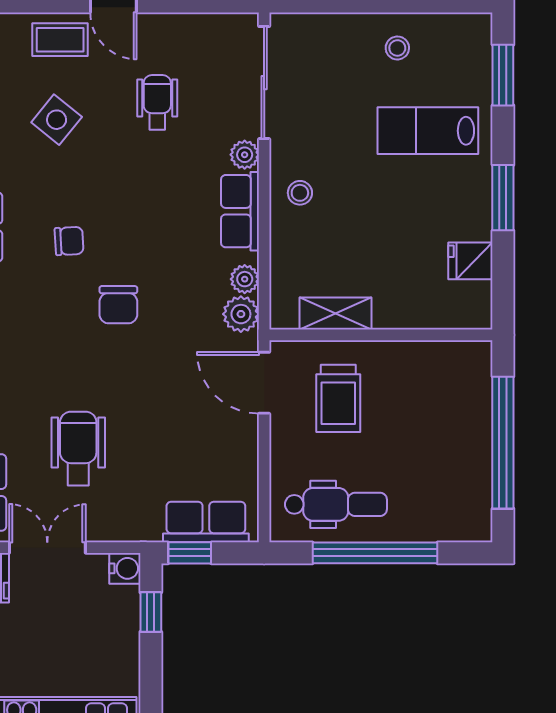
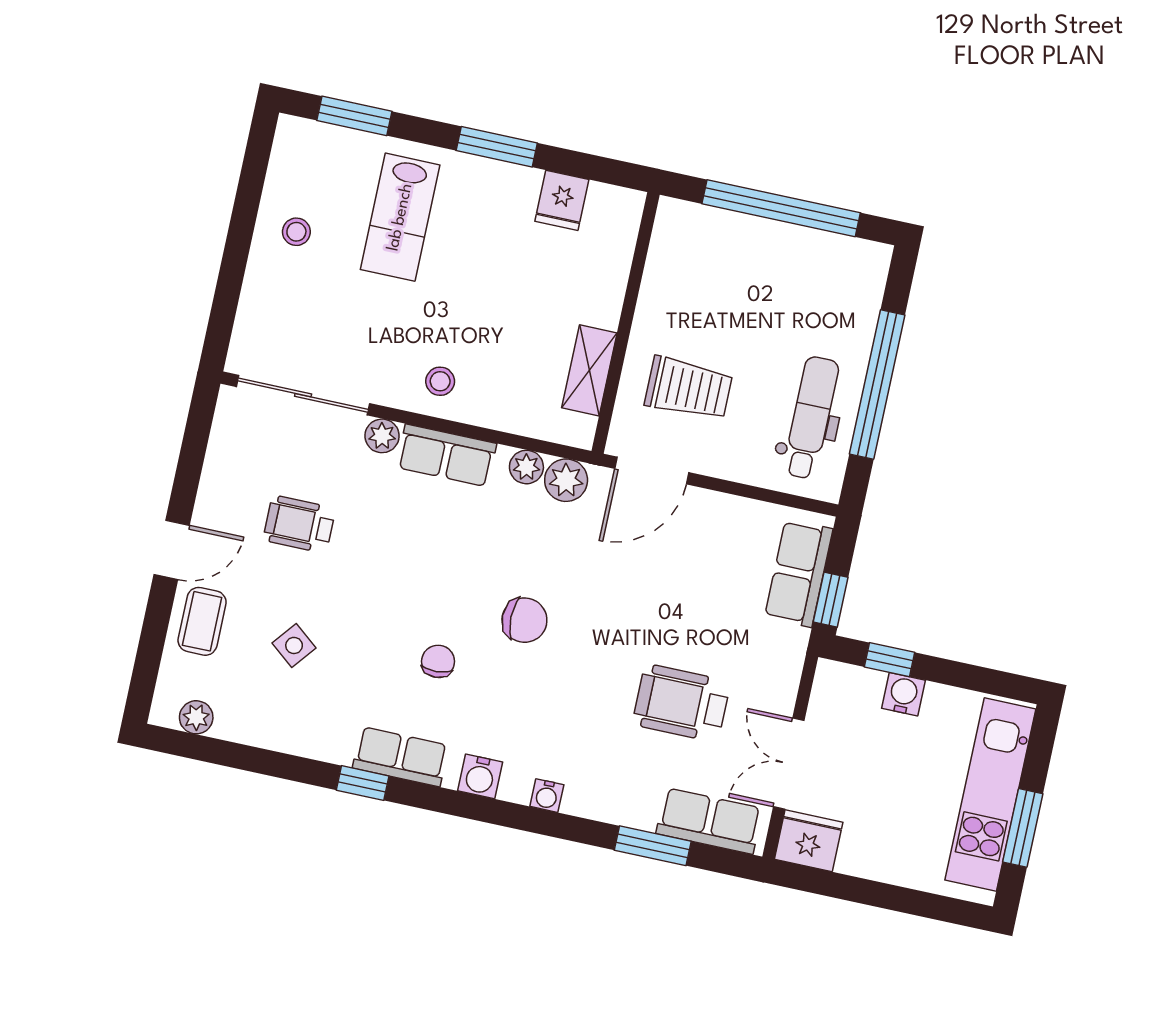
side table: (57, 120) -> (294, 645), width x0.73, depth x0.73
water cooler: (125, 568) -> (903, 694), moved

